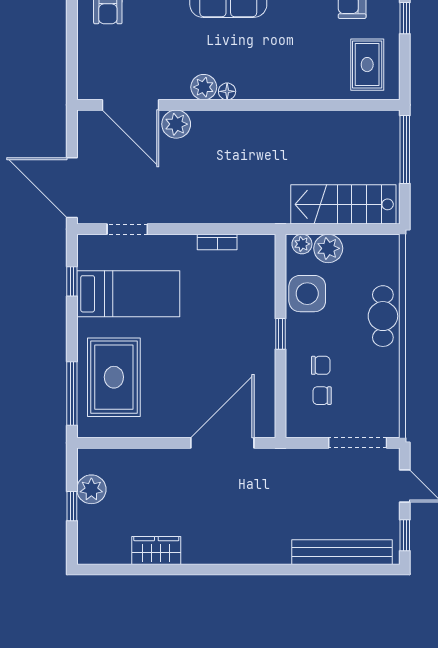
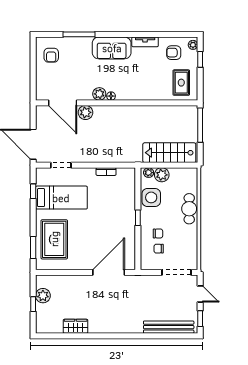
window: (72, 393) -> (33, 248), width x0.69

